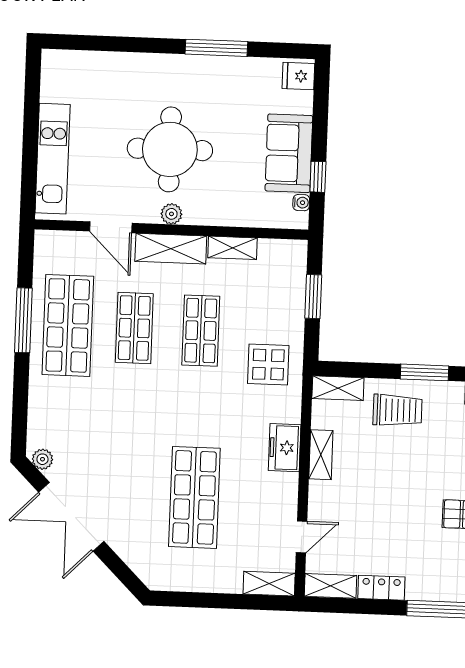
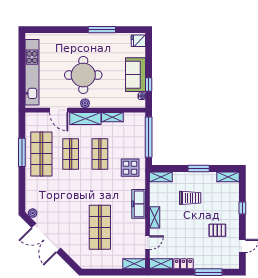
kitchen unit: (53, 159) -> (32, 72), width x1.36
window: (313, 297) -> (149, 137), width x2.11
trolley: (397, 410) -> (190, 198), moved
freezer: (285, 448) -> (139, 204), width x1.40
shelving: (321, 455) -> (155, 217), moved

